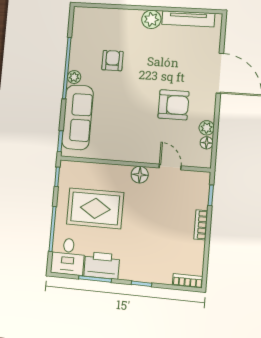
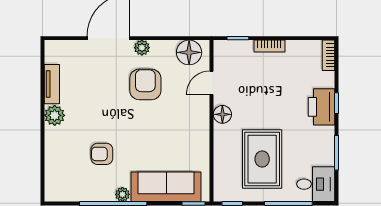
tv unit: (188, 19) -> (52, 84), width x0.71
plant: (207, 128) -> (142, 48), moved
floor lamp: (207, 143) -> (189, 52), width x1.89, depth x1.89
printer: (102, 265) -> (322, 107), moved

